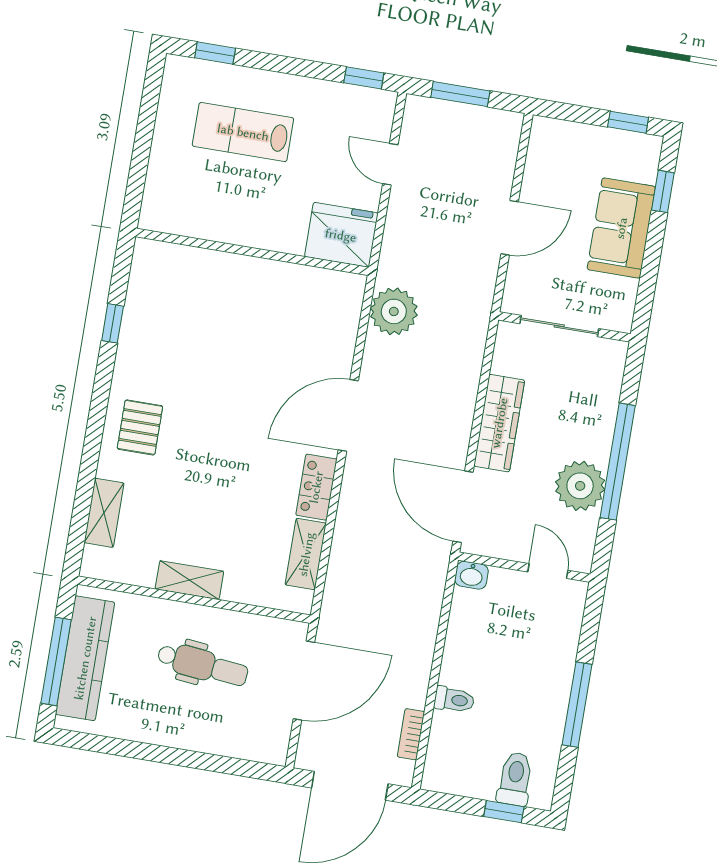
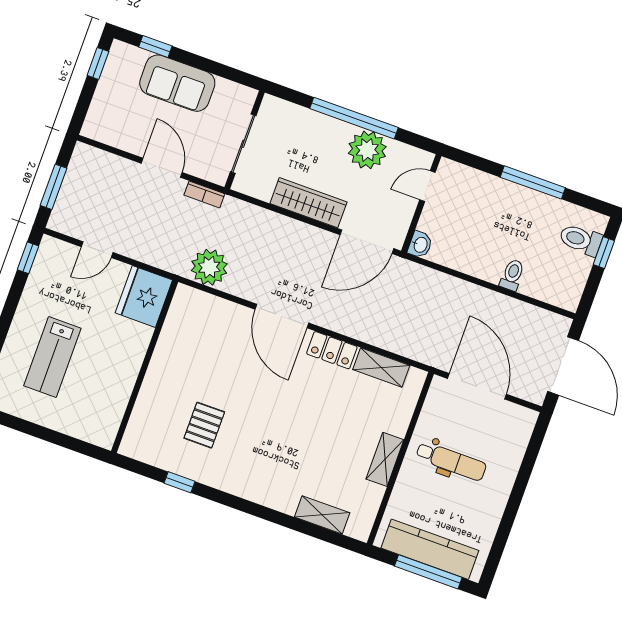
pallet: (140, 427) -> (204, 425), moved, turned 90
dental chair: (203, 665) -> (451, 461), turned 84
bookcase: (411, 734) -> (204, 194), moved

